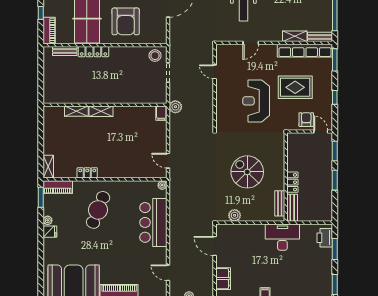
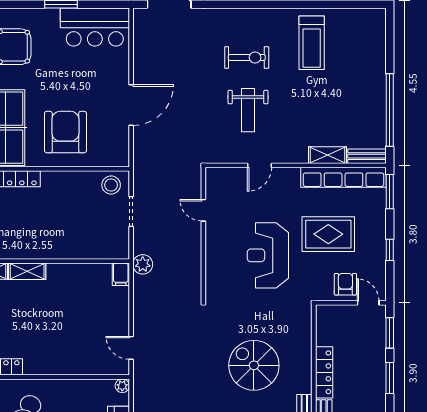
armchair: (126, 21) -> (65, 132), turned 180
locker: (292, 182) -> (324, 372), width x1.53

